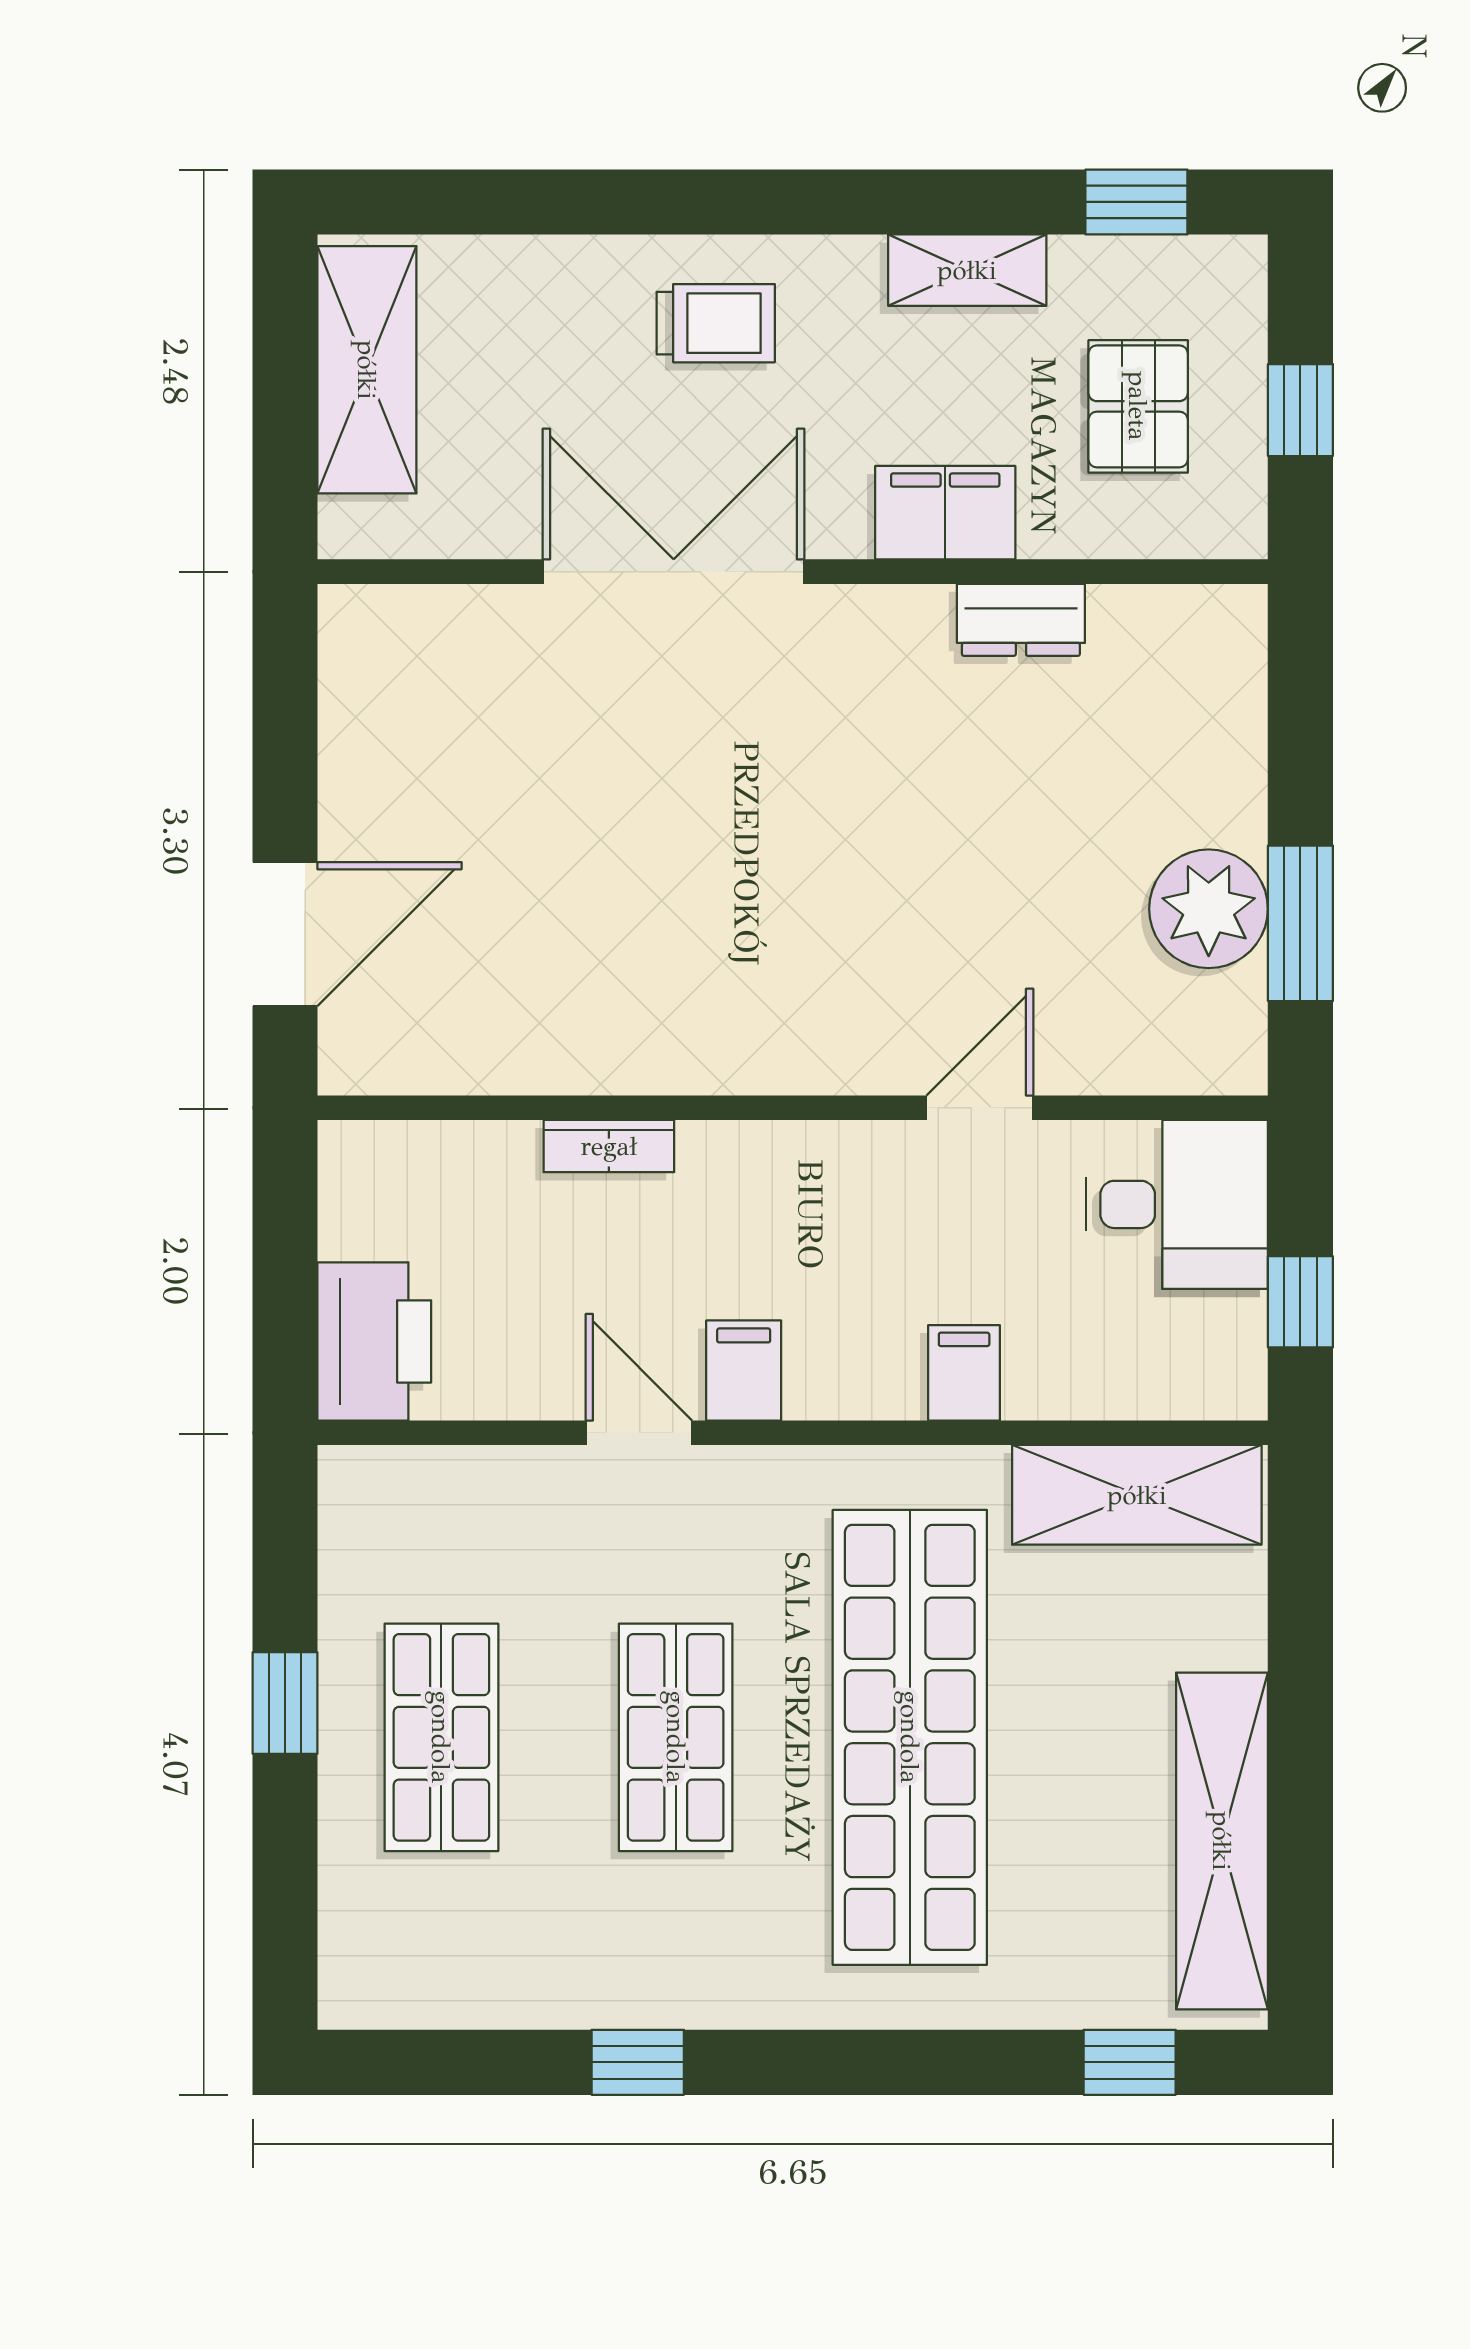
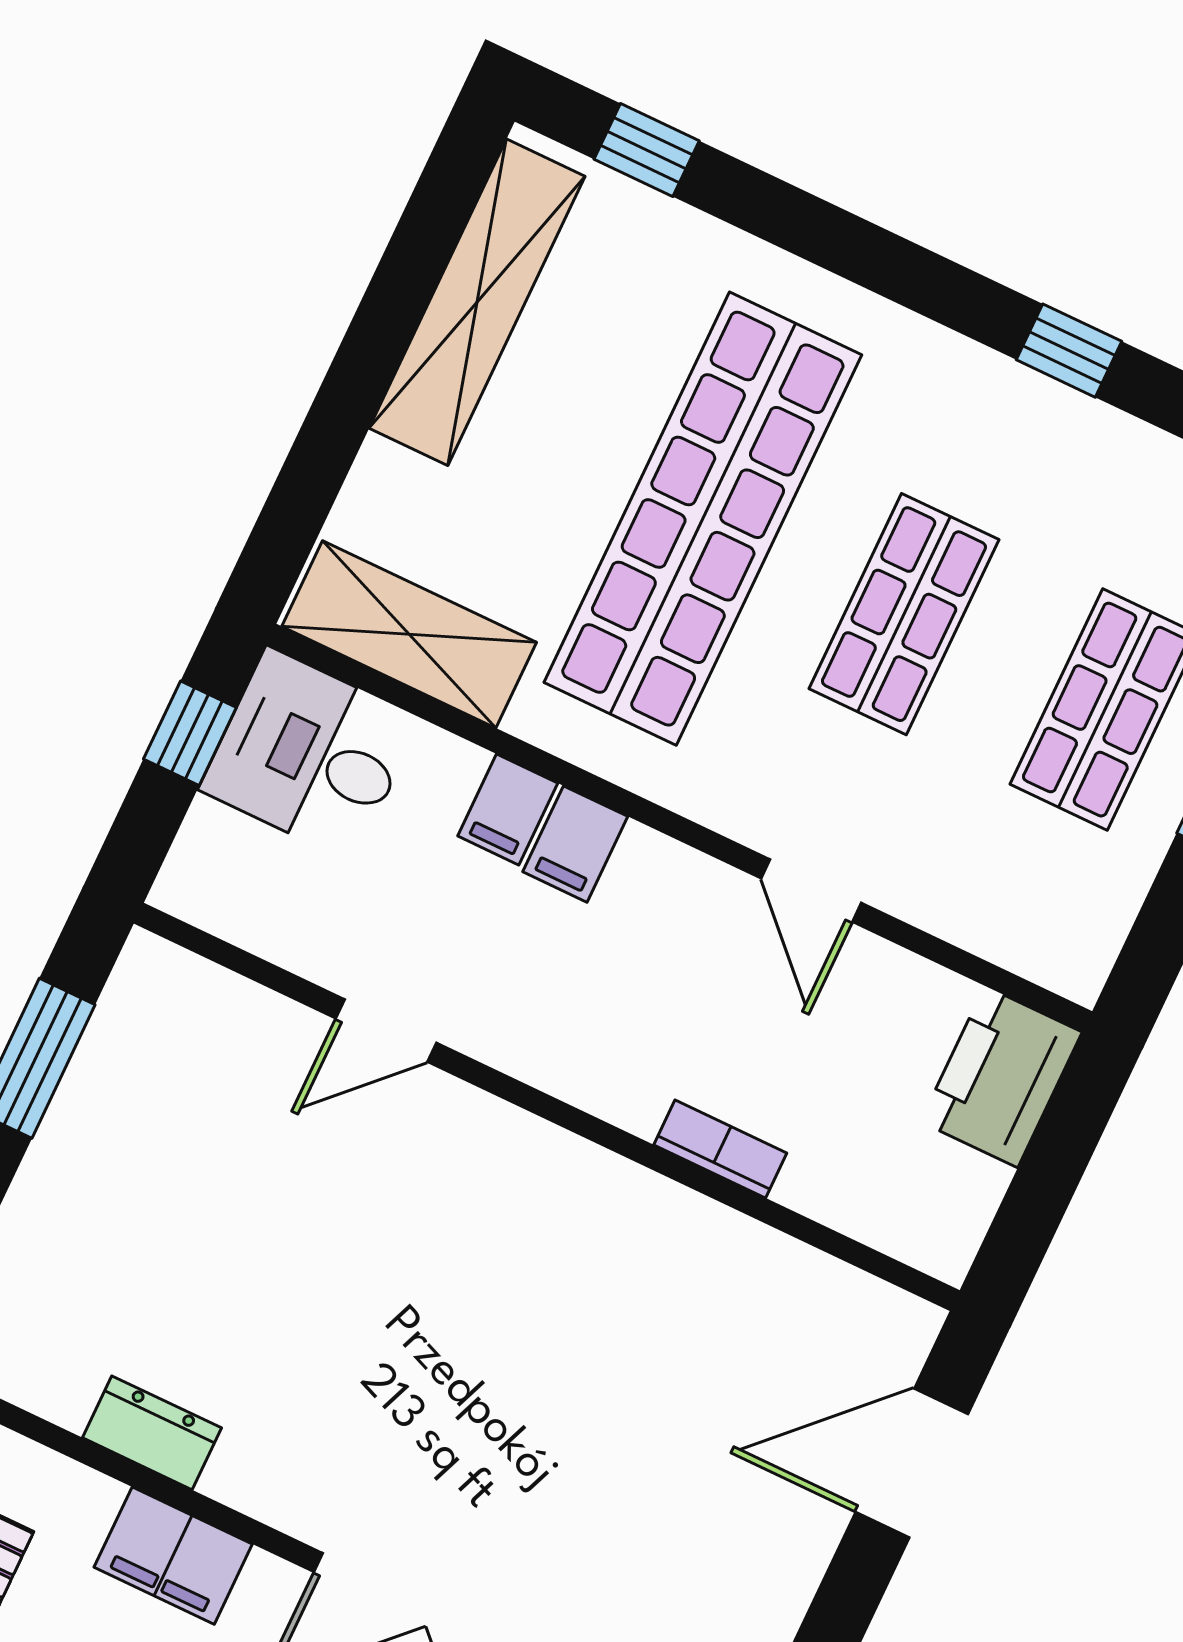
plant: (1209, 909) -> (109, 1108), removed
desk: (1177, 1204) -> (310, 754), moved
filing cabinet: (744, 1371) -> (575, 844), moved

